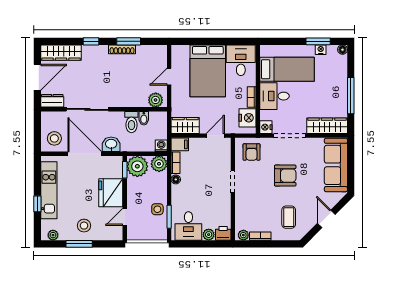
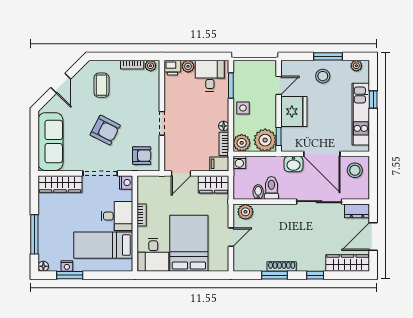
window: (351, 96) -> (34, 234), moved
nightstand: (247, 118) -> (146, 193), removed
armchair: (252, 152) -> (142, 156), turned 90
armchair: (285, 176) -> (105, 130), turned -153
side table: (157, 209) -> (243, 108), moved

